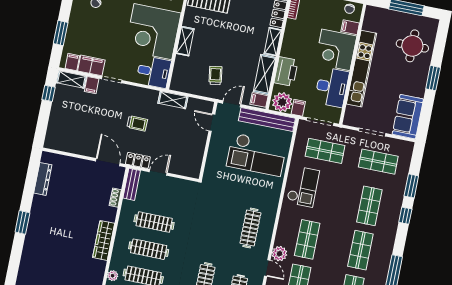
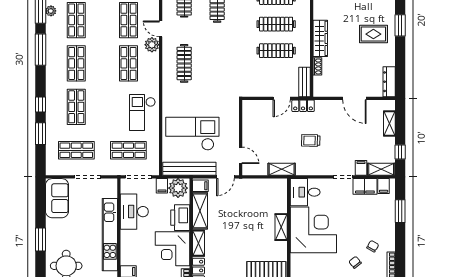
corner desk: (336, 50) -> (172, 249), moved, turned 180
trolley: (215, 76) -> (246, 200), removed
shelving: (54, 124) -> (389, 124), added
door: (108, 162) -> (354, 98), moved
dresser: (43, 179) -> (389, 82), moved
rug: (51, 219) -> (373, 34), added
wardrobe: (104, 240) -> (320, 38), moved

